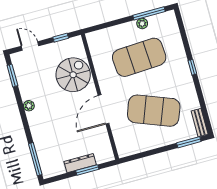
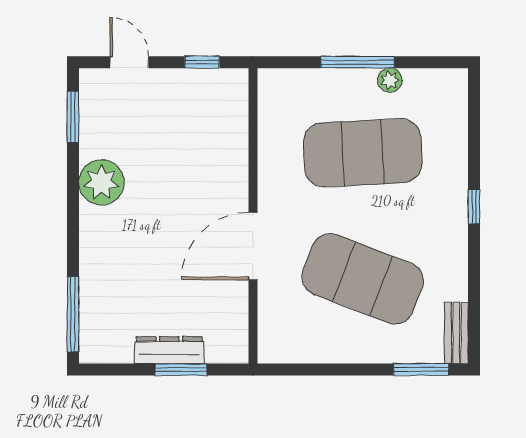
window: (149, 13) -> (358, 62), moved
spiral stairs: (73, 75) -> (207, 151), removed
plant: (29, 106) -> (101, 182), width x1.87, depth x1.87

